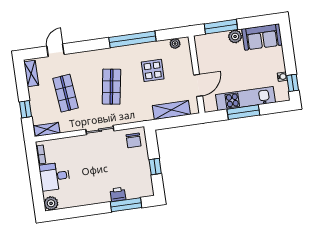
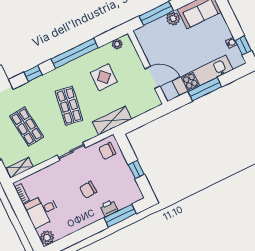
window: (88, 46) -> (33, 74), added
door: (198, 85) -> (152, 77), hinge flipped
shelving: (171, 110) -> (112, 121), moved
chair: (134, 140) -> (107, 151), turned 90
chair: (104, 171) -> (88, 190), added

